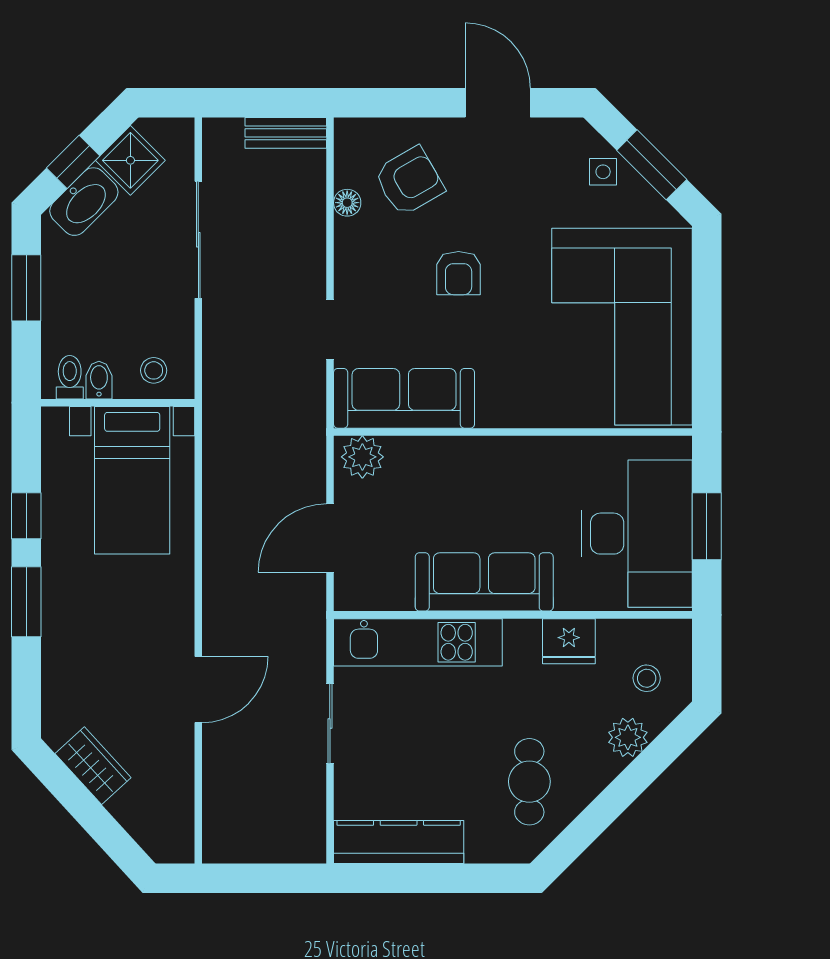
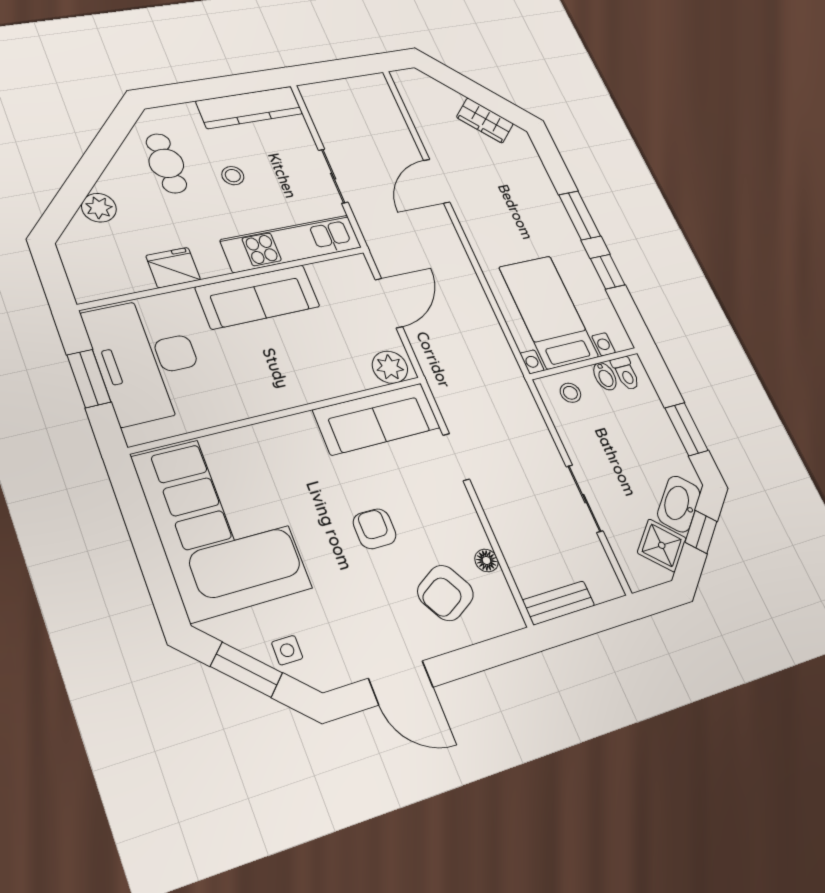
sliding door: (198, 240) -> (584, 499), width x0.73
stool: (647, 678) -> (233, 176), moved

